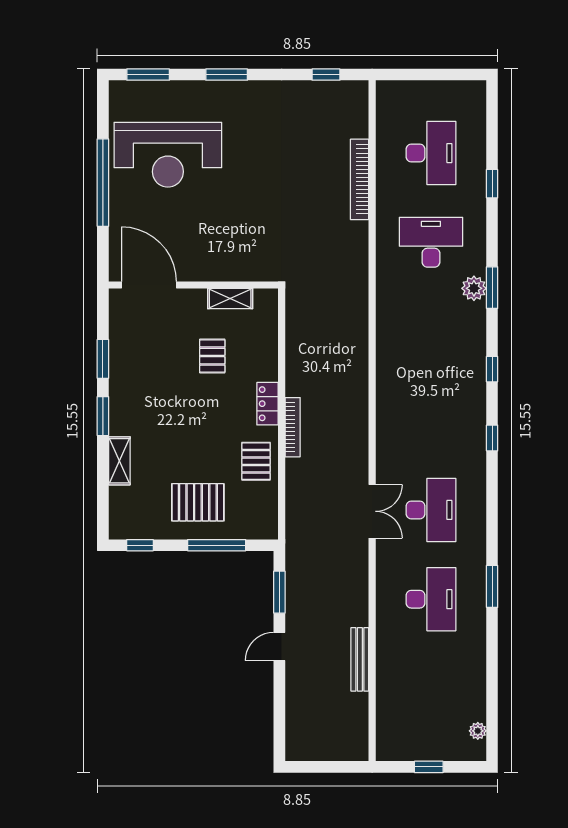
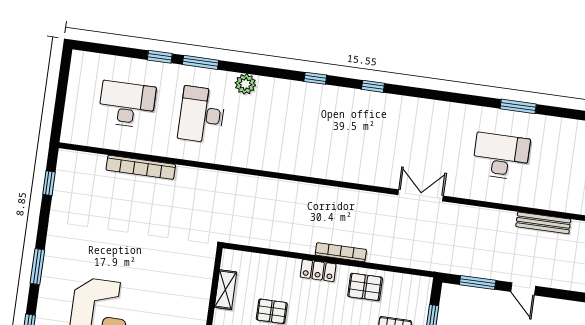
window: (492, 288) -> (201, 62), moved
desk: (431, 510) -> (426, 146), removed
window: (492, 586) -> (518, 106), moved

